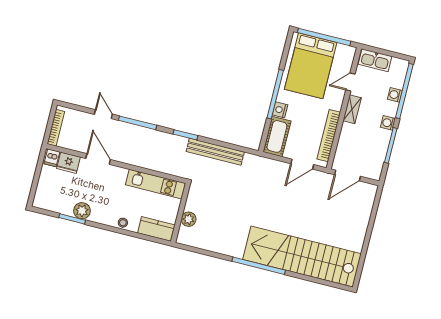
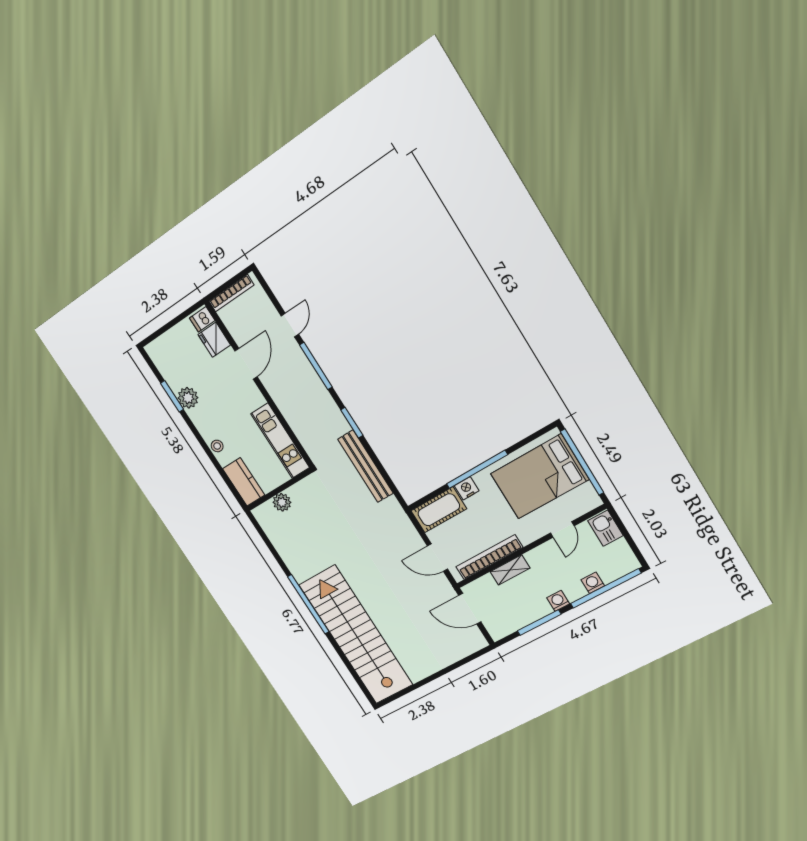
kitchen sink: (375, 60) -> (605, 528), width x0.73
door: (350, 82) -> (562, 529), swing flipped
shelving: (352, 109) -> (510, 570), moved

